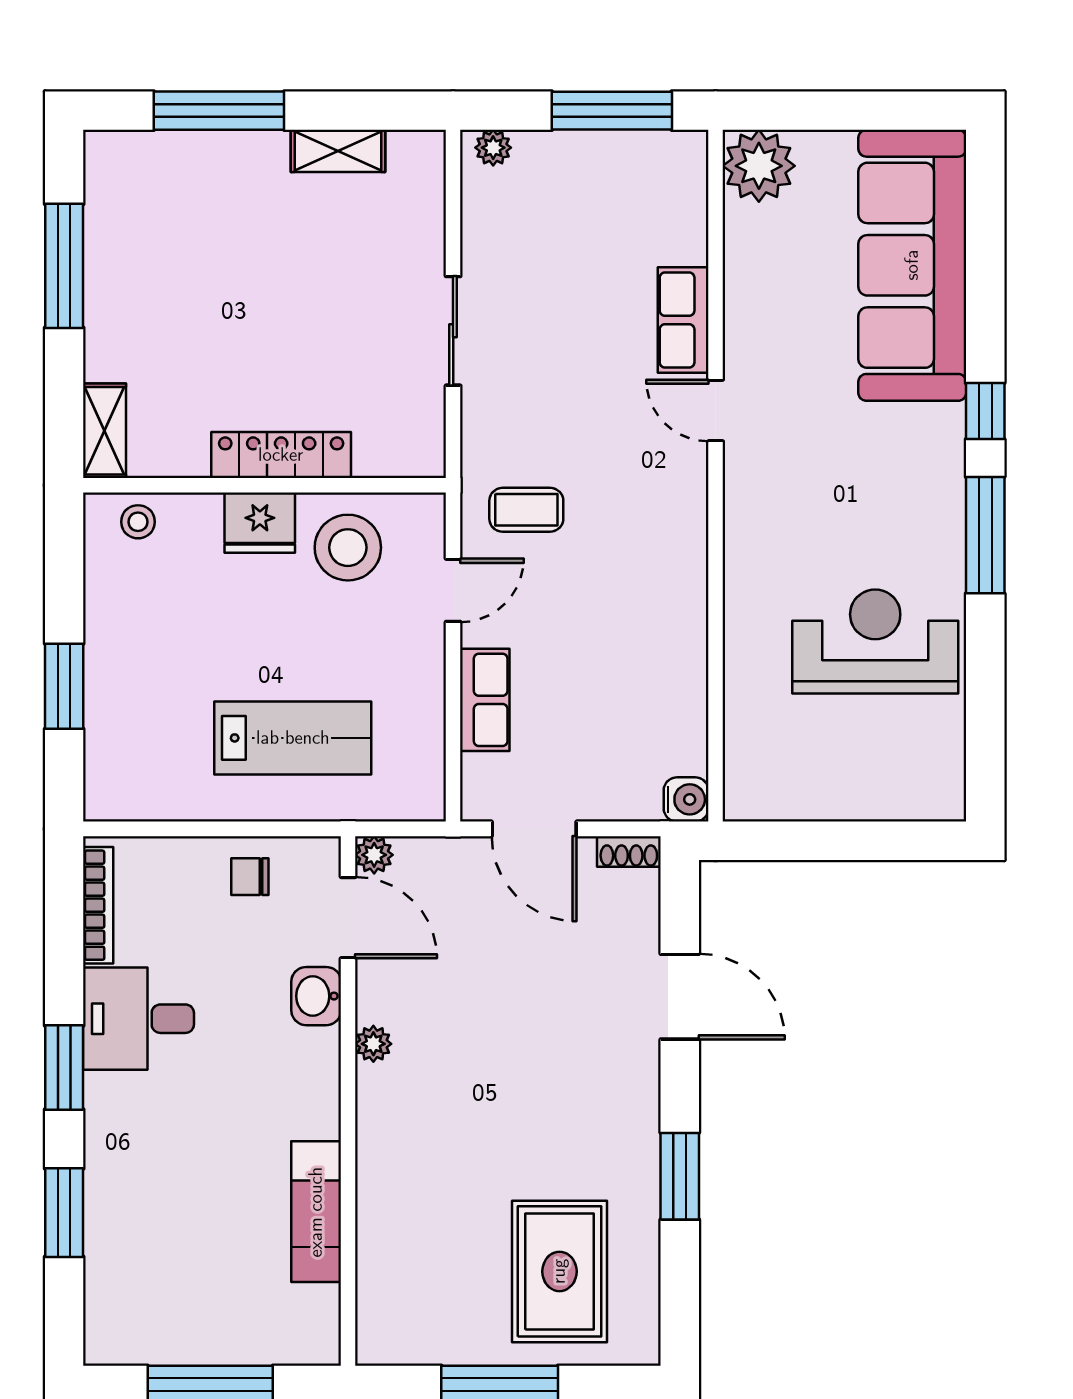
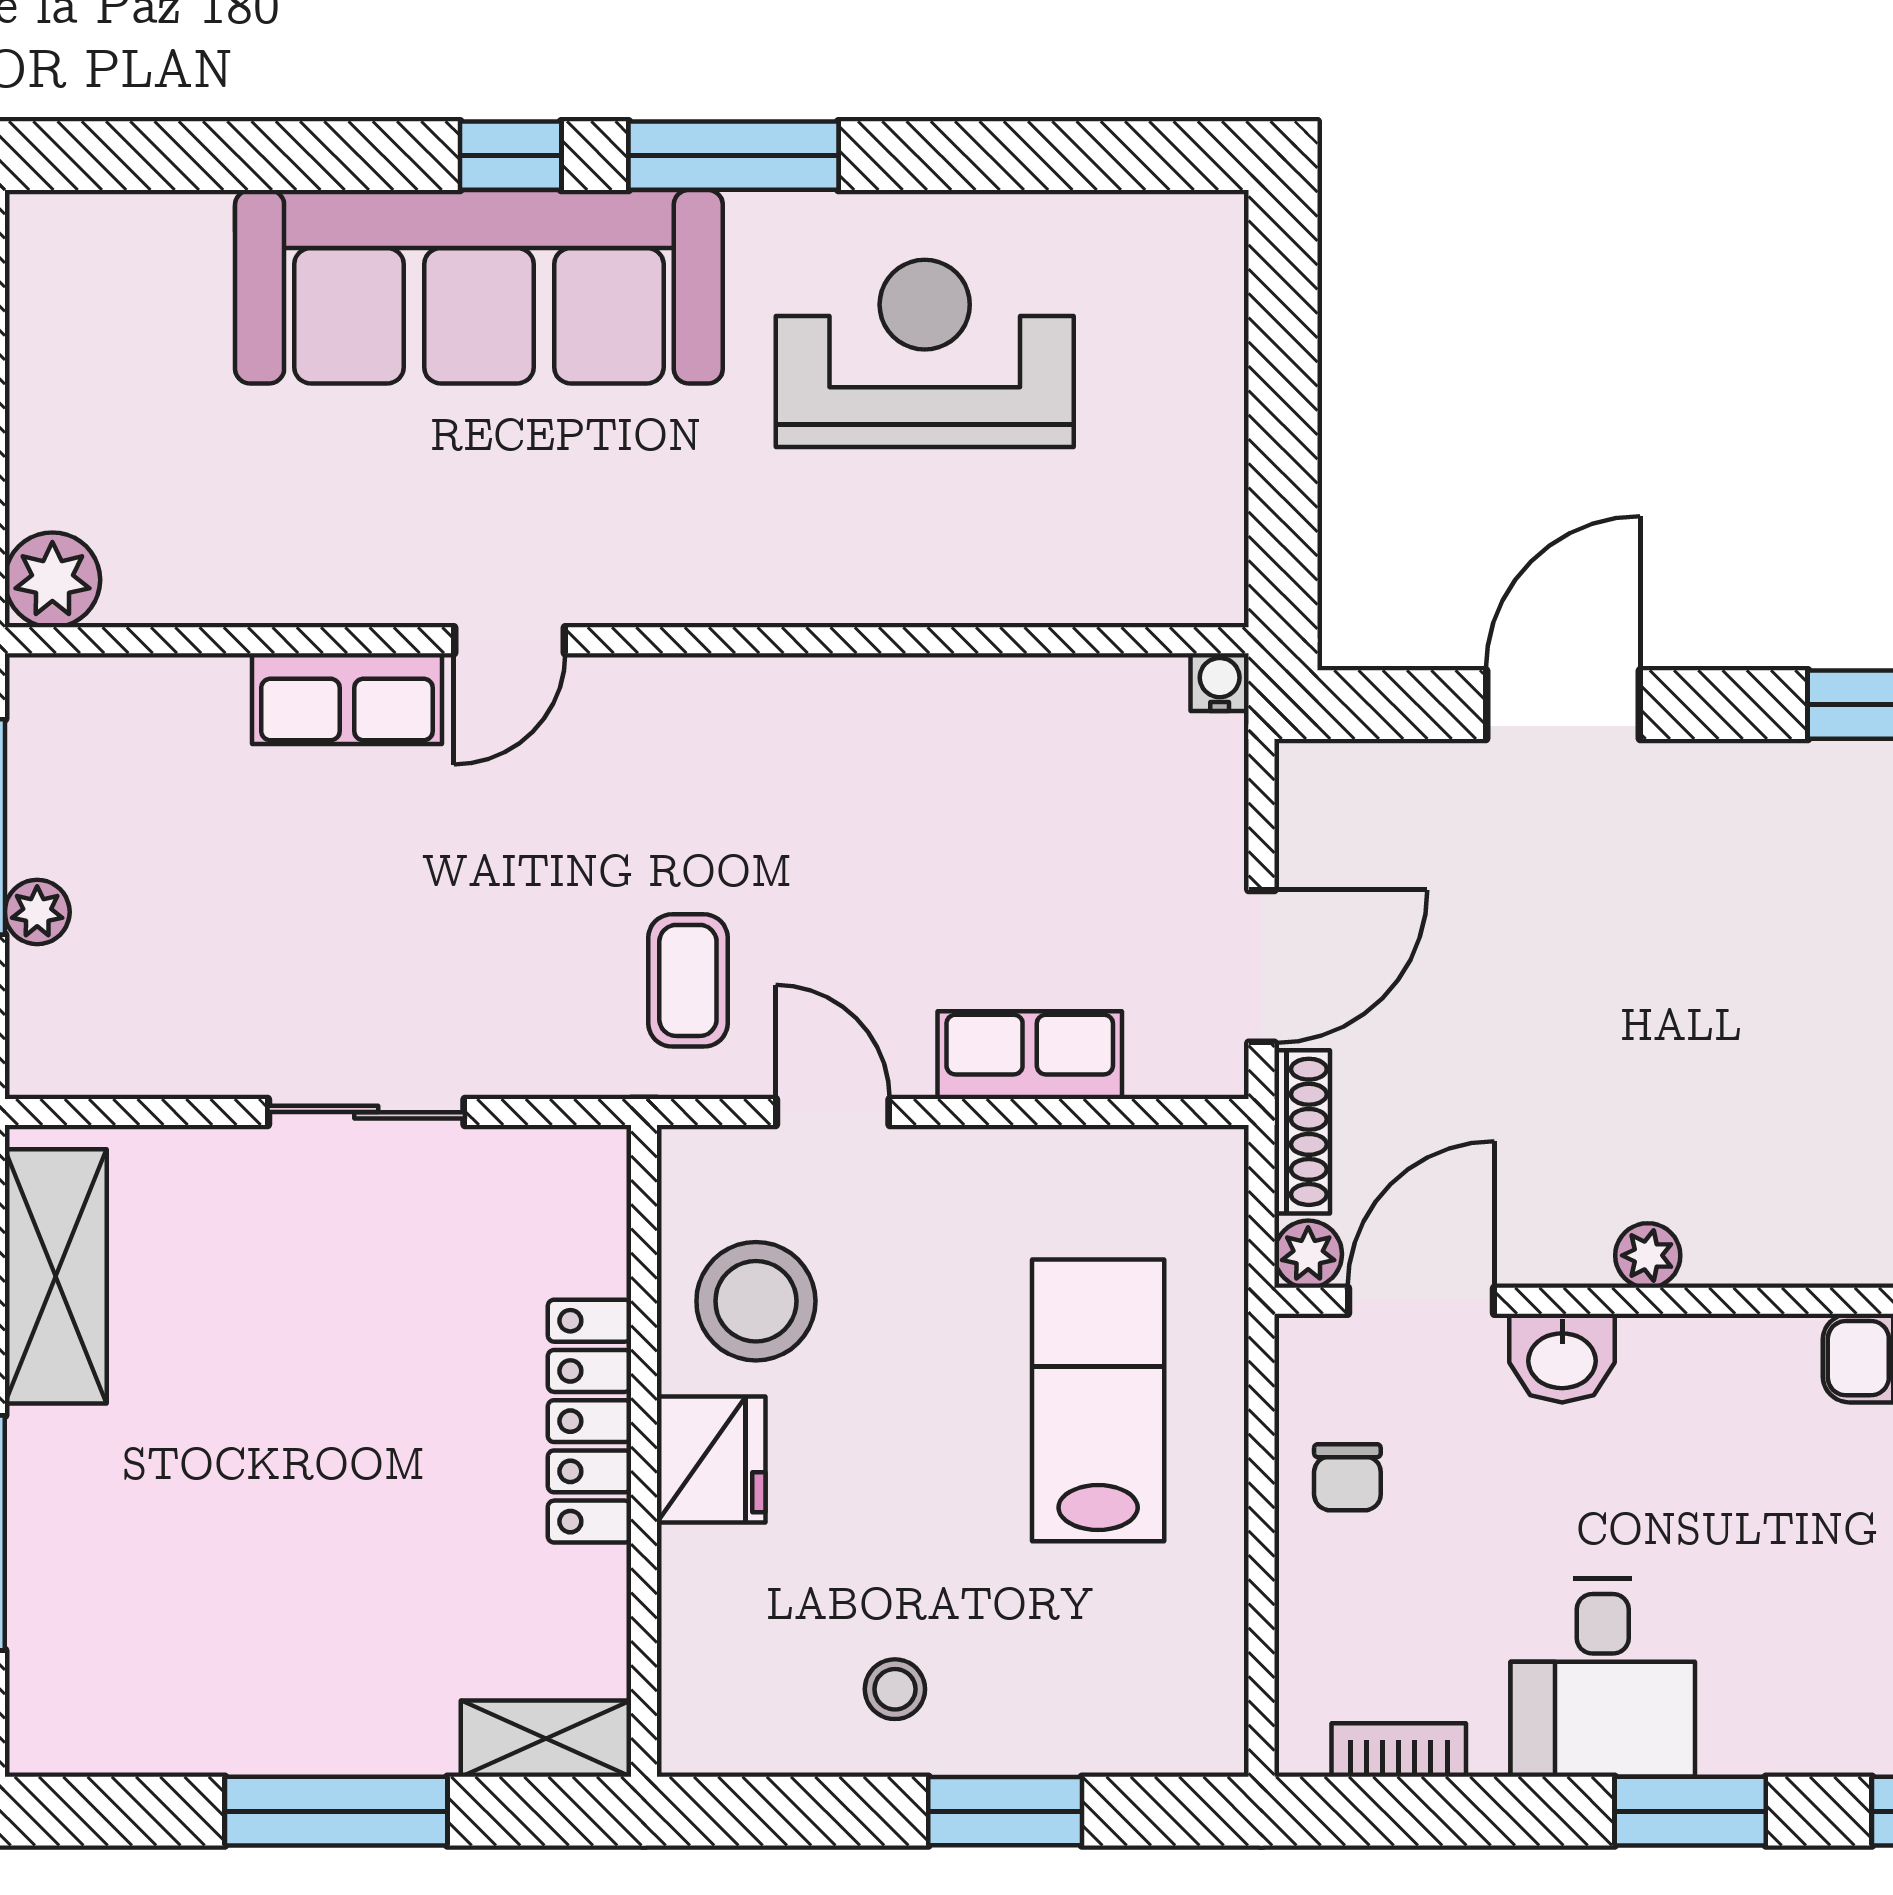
plant: (493, 148) -> (37, 912), moved
shelving: (338, 151) -> (56, 1276), width x1.50, depth x1.33
plant: (759, 166) -> (52, 580), width x0.73, depth x0.73
sofa: (912, 265) -> (479, 287), moved
window: (64, 266) -> (336, 1811), moved
stool: (138, 522) -> (895, 1689), moved
reception desk: (875, 641) -> (925, 353), turned 90
water cooler: (686, 799) -> (1220, 682), width x0.72, depth x0.72
shoe rack: (629, 851) -> (1302, 1132), moved, width x1.43
bookcase: (98, 905) -> (1399, 1750), width x0.64

